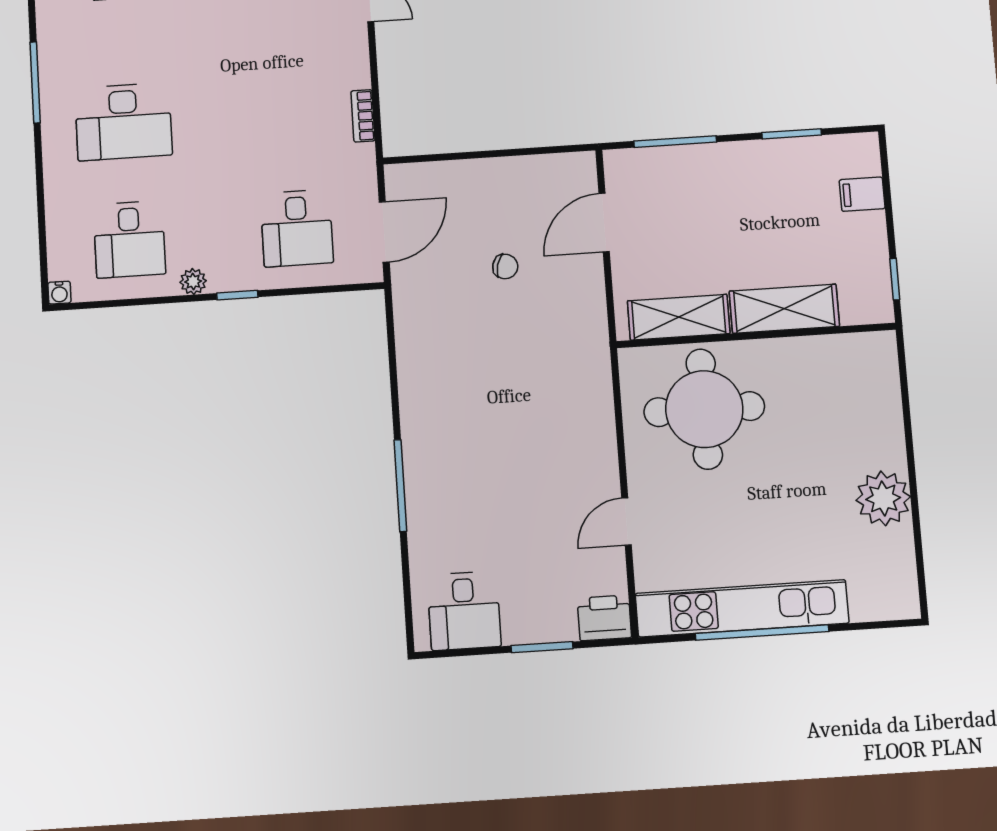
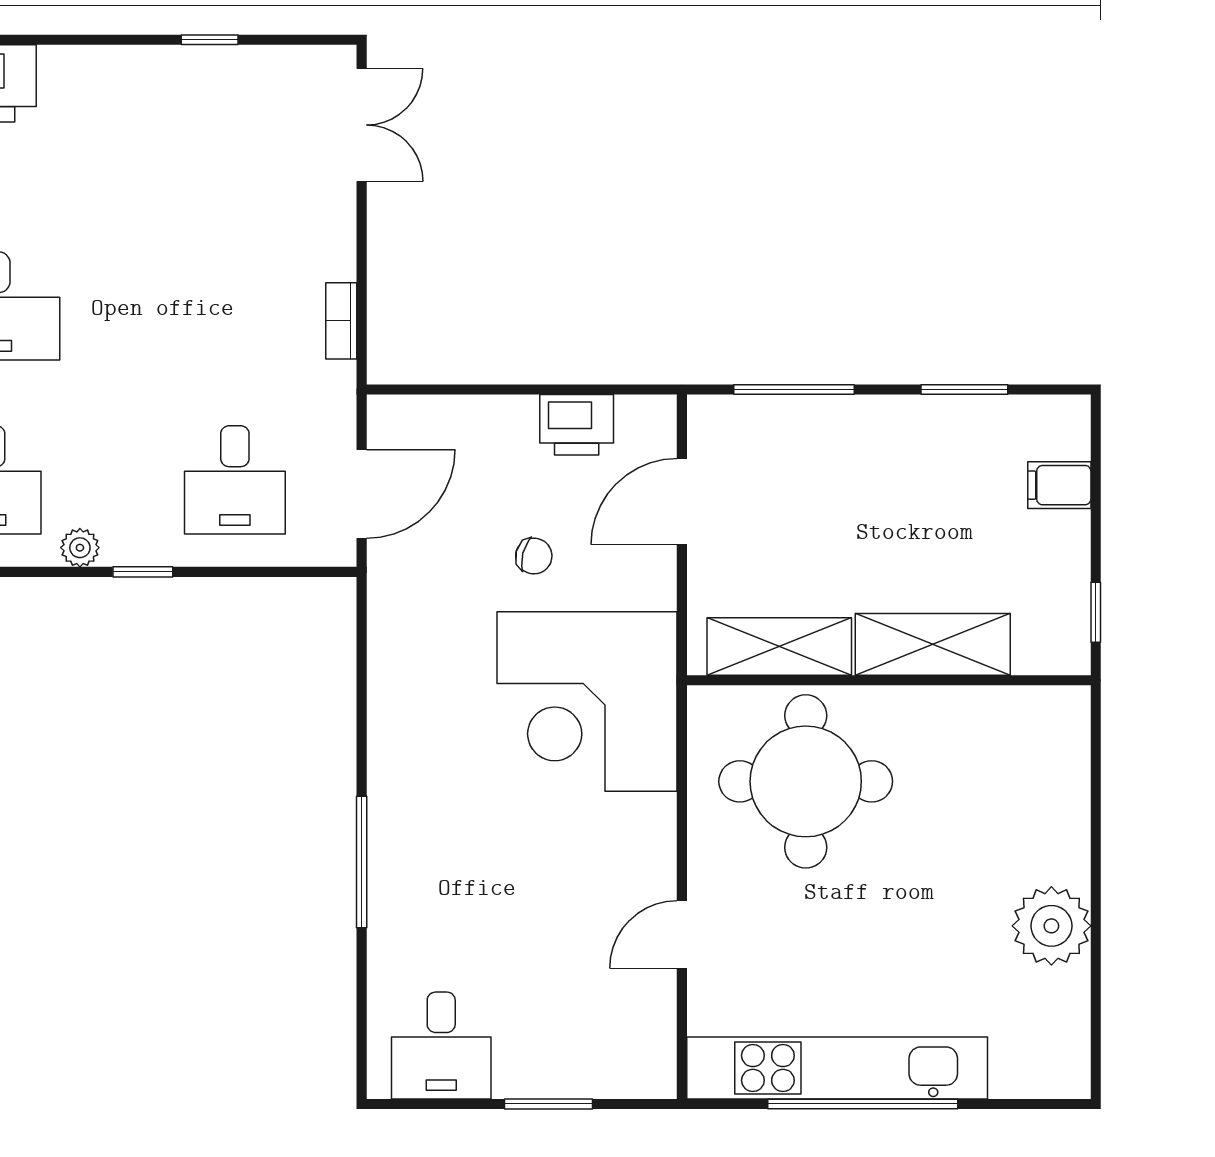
corner desk: (549, 364) -> (587, 702), added
printer: (604, 618) -> (577, 425), moved, turned 180

